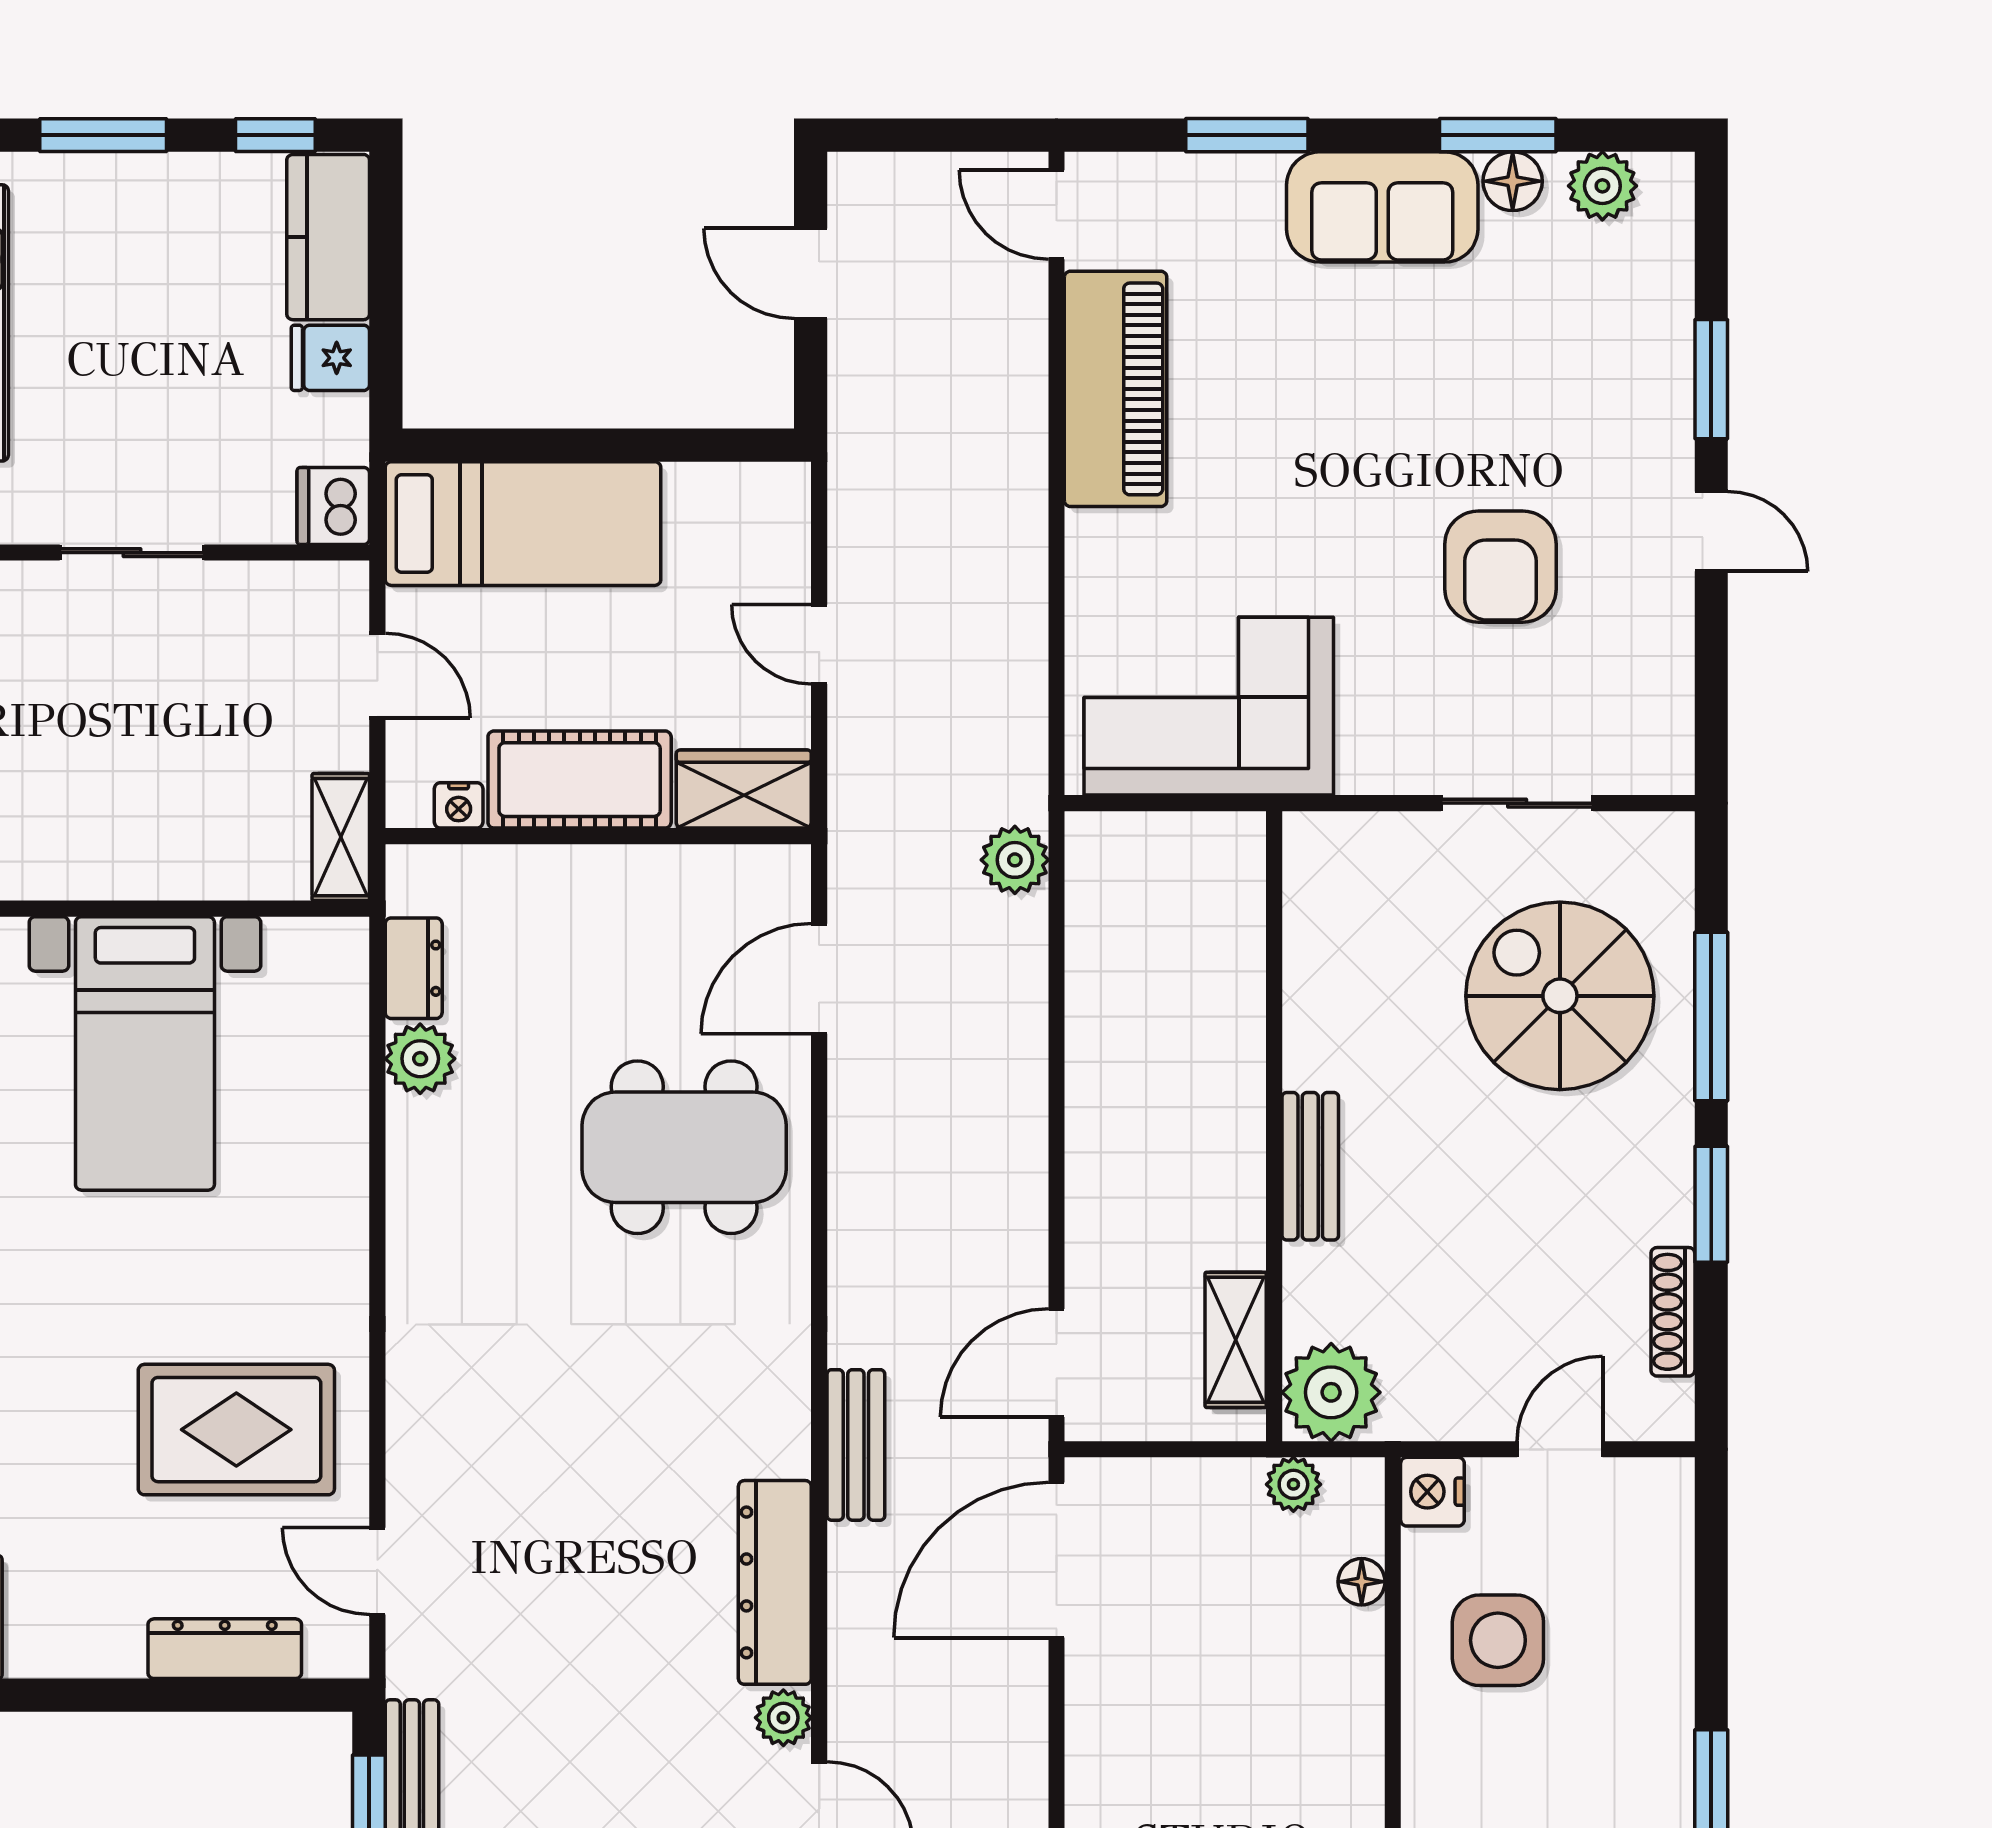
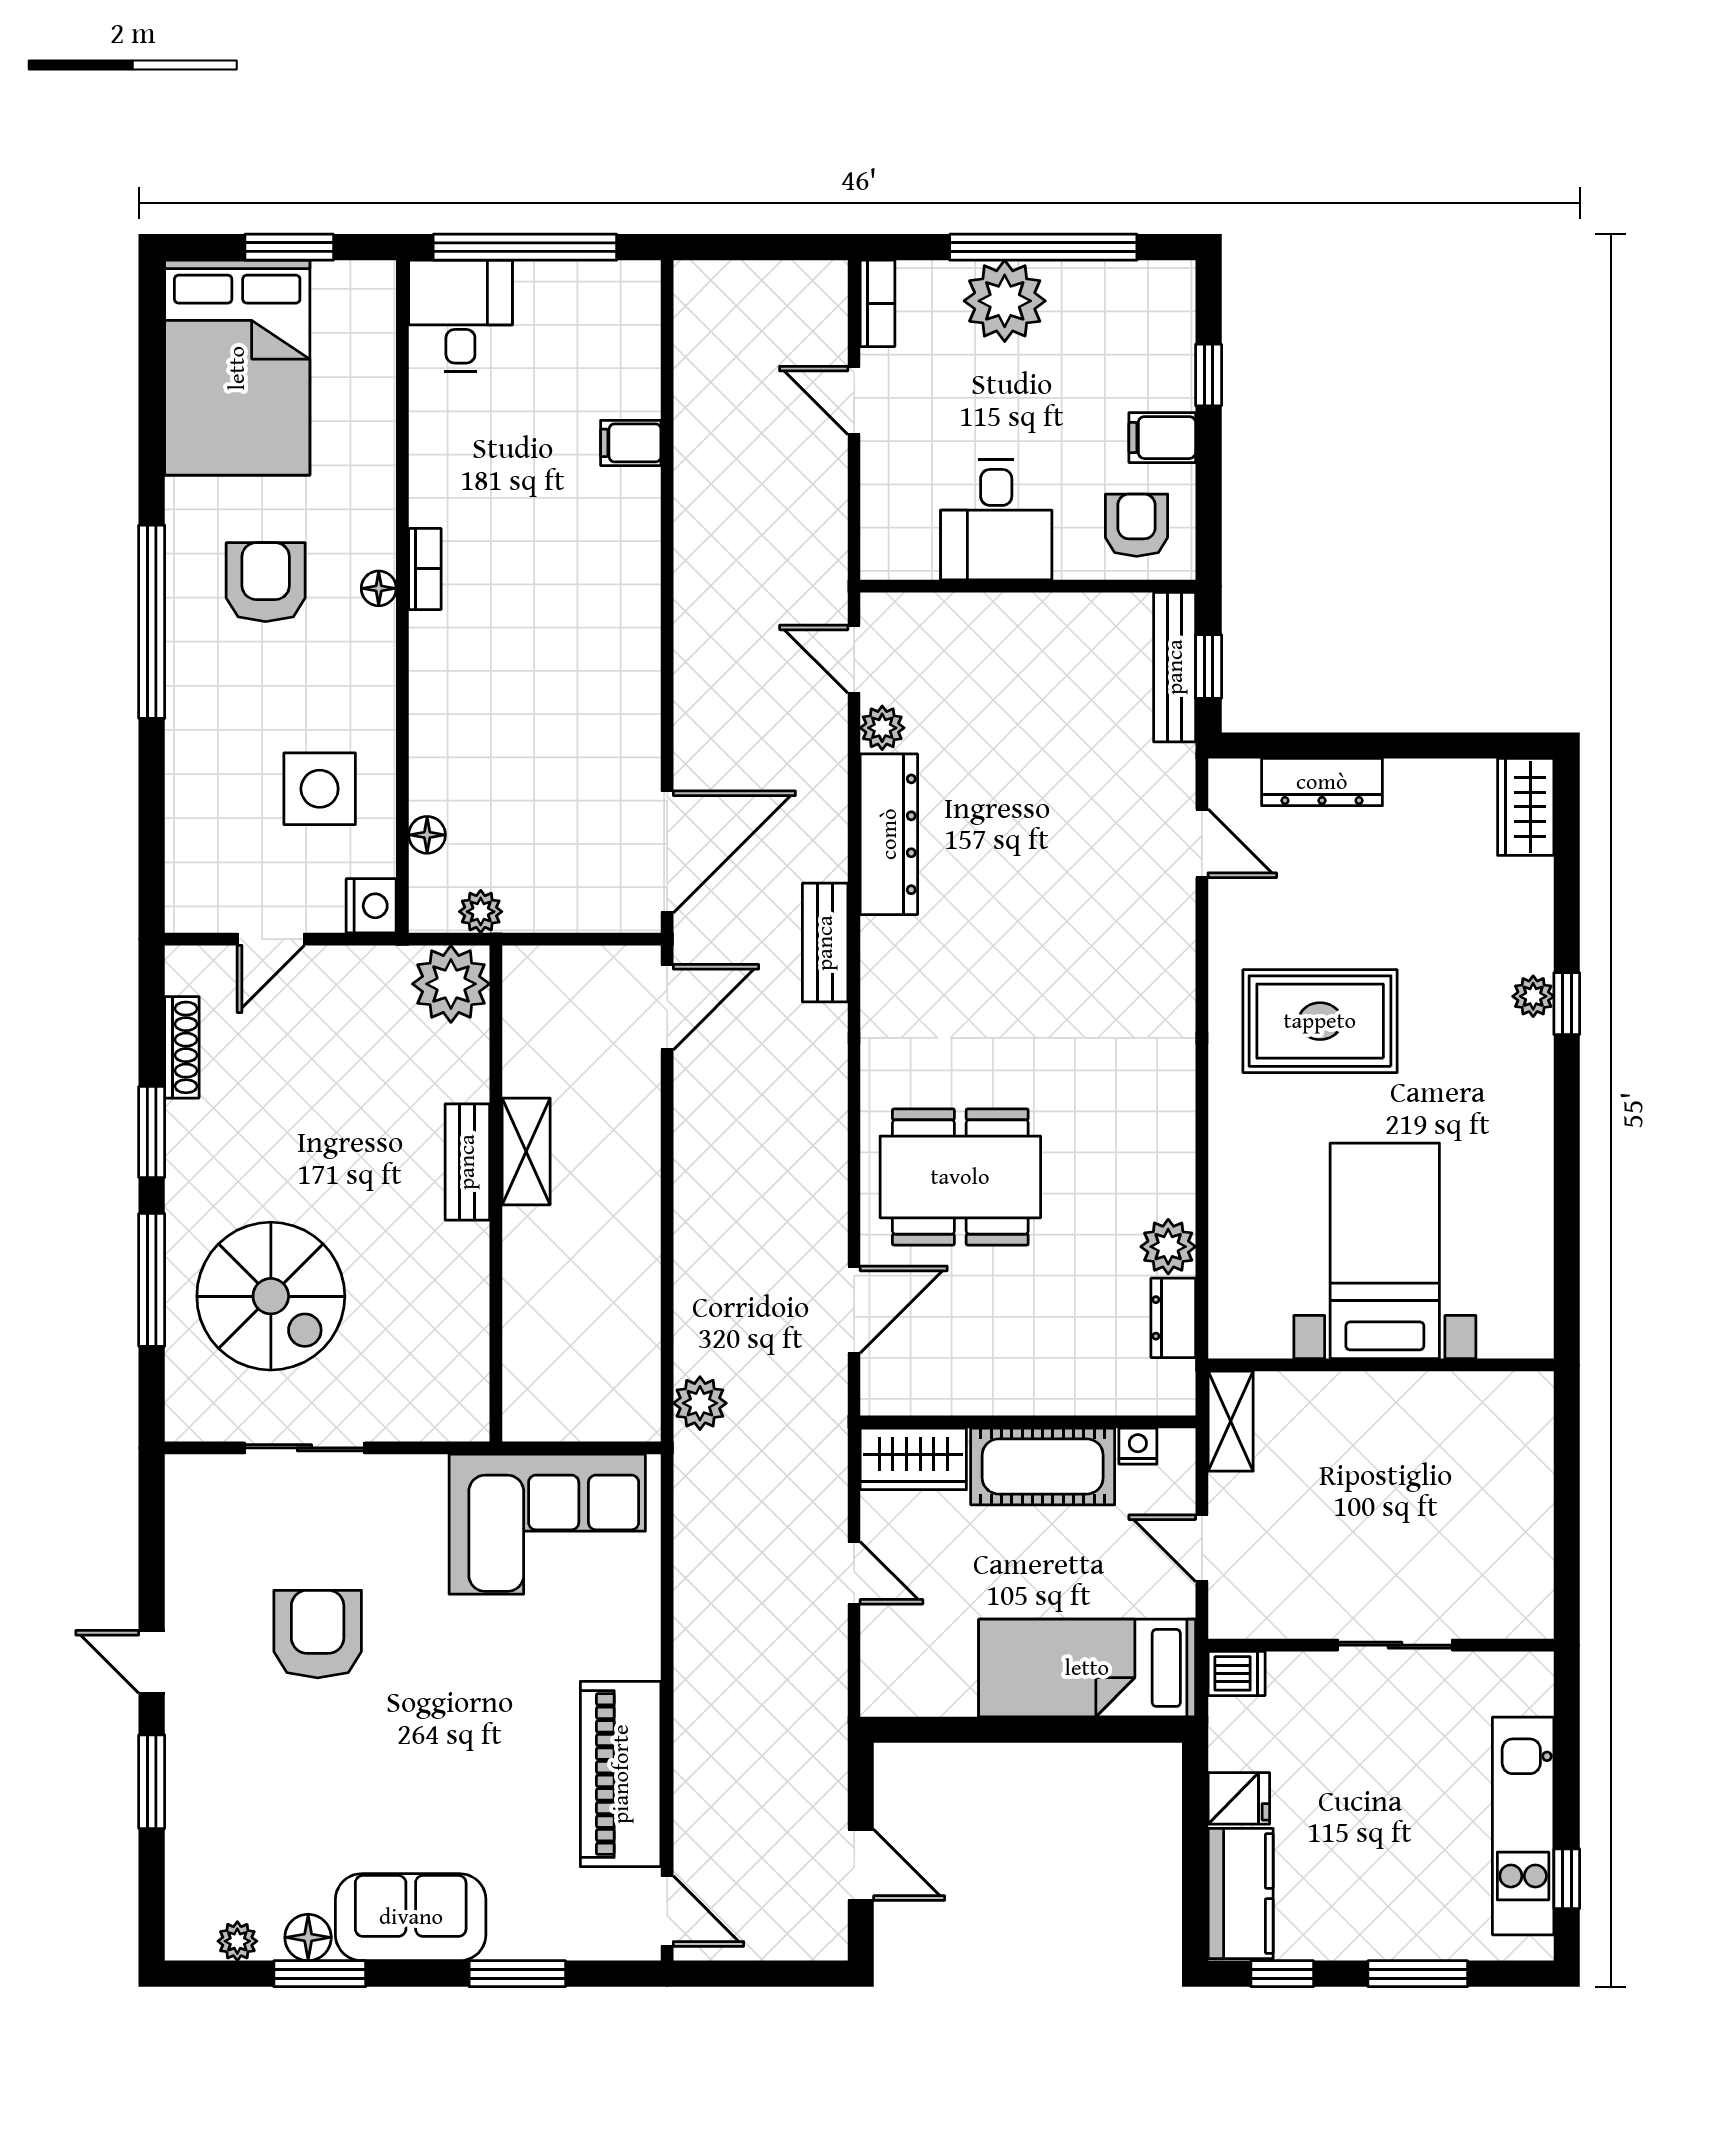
plant: (1602, 186) -> (237, 1941), width x0.73, depth x0.73
dishwasher: (333, 506) -> (1237, 1673), width x0.73
shelving: (1236, 1340) -> (526, 1151), moved
rug: (236, 1430) -> (1320, 1021), moved

